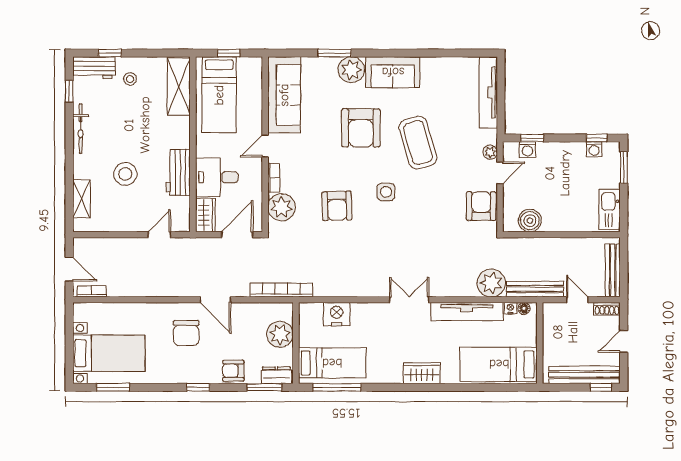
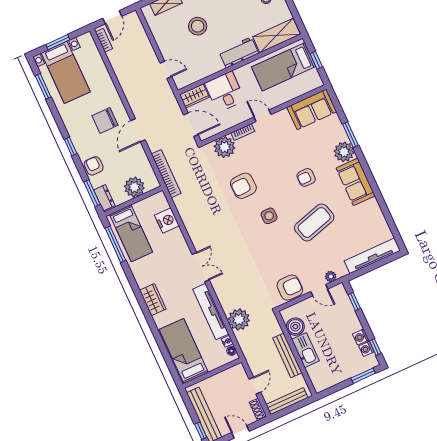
sofa: (284, 95) -> (312, 109), width x0.73
armchair: (361, 128) -> (306, 177), width x0.53, depth x0.53
washing machine: (527, 150) -> (361, 337), moved
workbench: (178, 172) -> (239, 52), moved
kitchen sink: (609, 209) -> (305, 350), moved, turned 90
bench: (535, 289) -> (287, 355), moved
window: (69, 346) -> (58, 42), added

